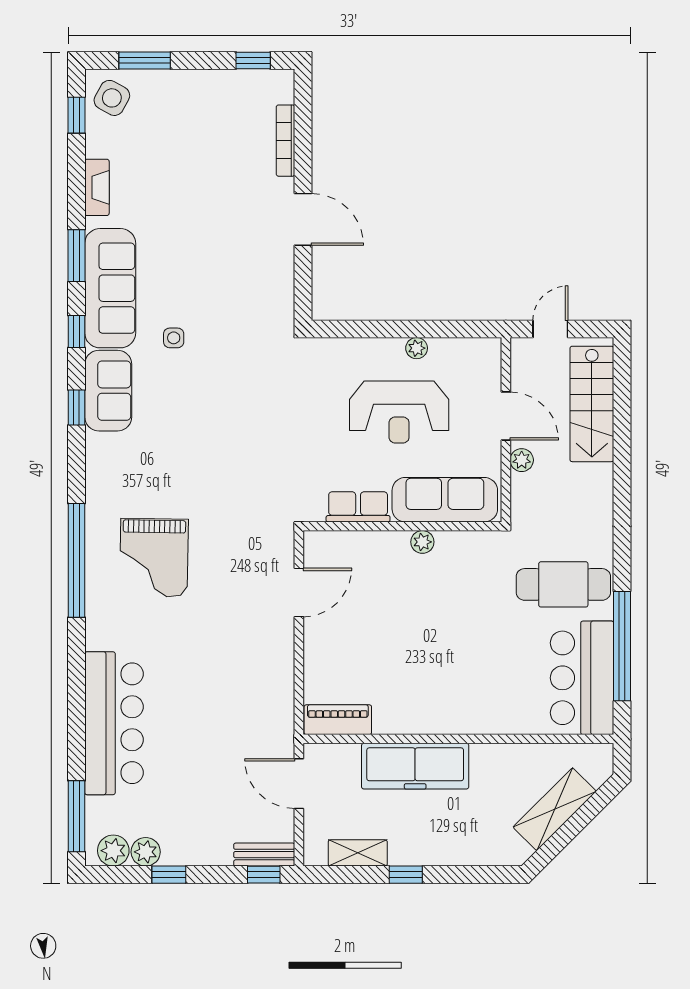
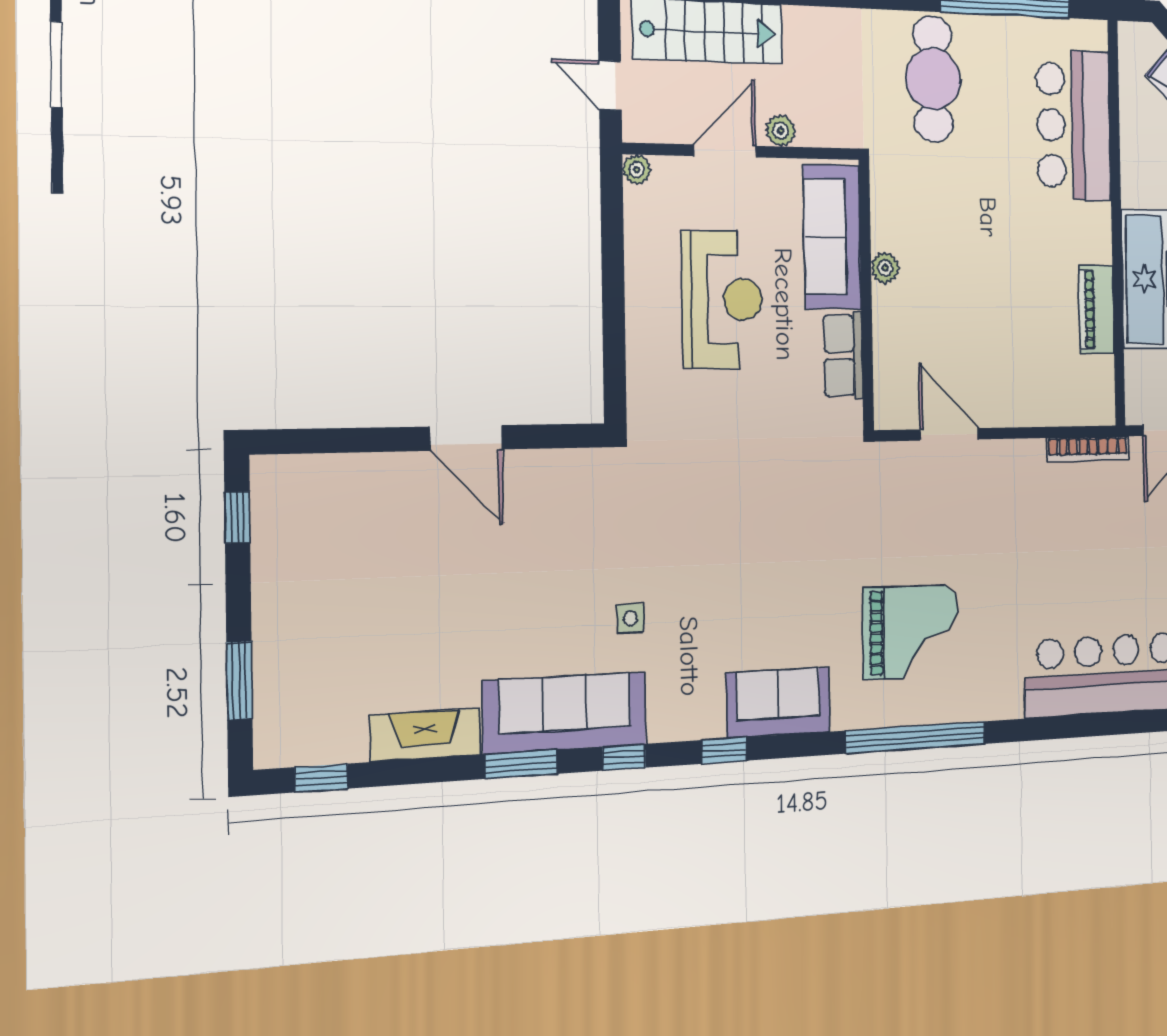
side table: (112, 98) -> (296, 727), removed
bookcase: (286, 141) -> (1088, 449), moved
fireplace: (97, 187) -> (425, 735), width x1.37, depth x1.32
door: (303, 219) -> (466, 438), swing flipped
plant: (417, 348) -> (637, 170), moved
sofa: (108, 391) -> (778, 702), moved
bar counter: (582, 678) -> (1074, 125), moved, turned 90
piano: (338, 720) -> (1096, 310), moved

